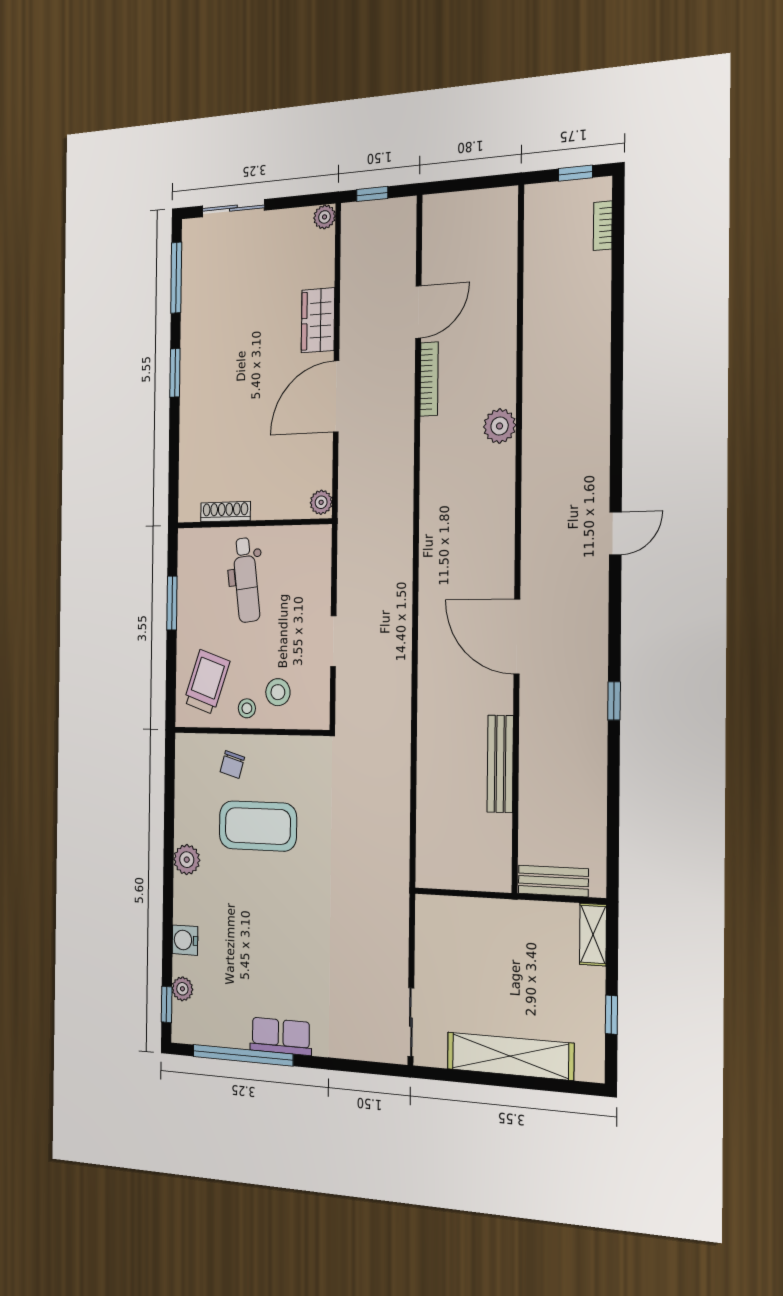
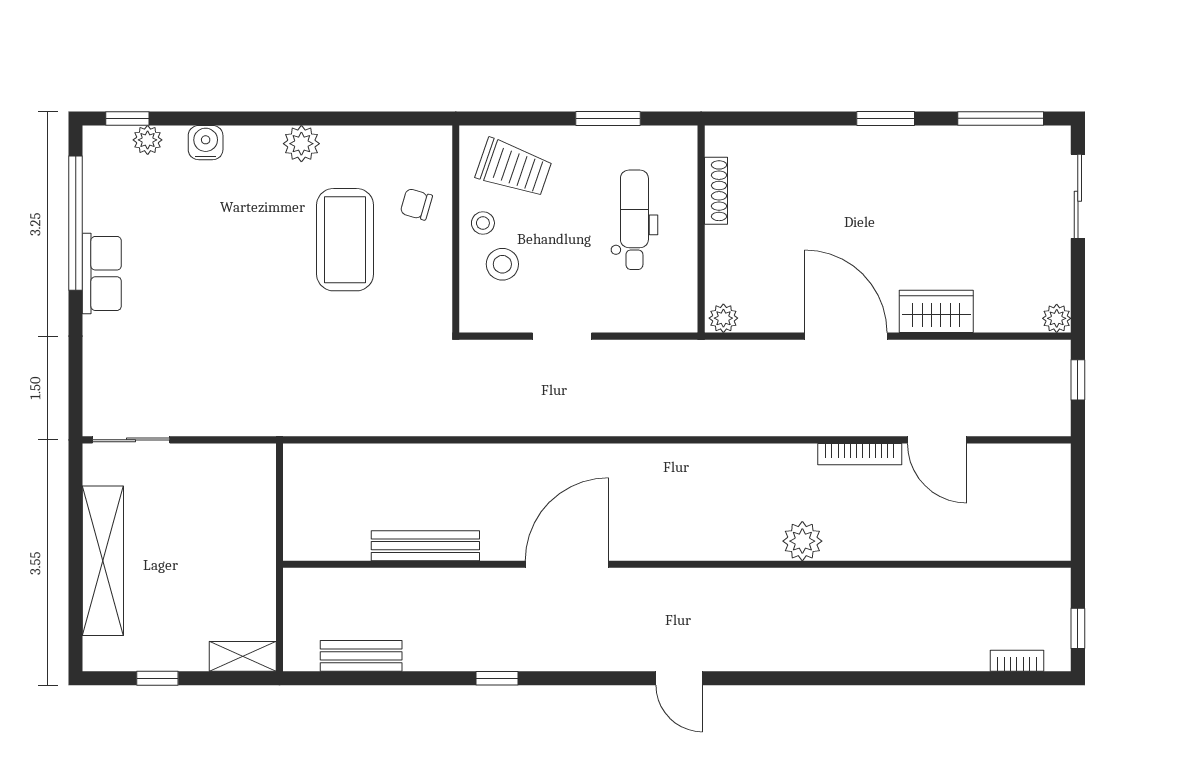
dental chair: (246, 580) -> (634, 220), turned 97
bench: (553, 881) -> (361, 656), moved, turned 90

